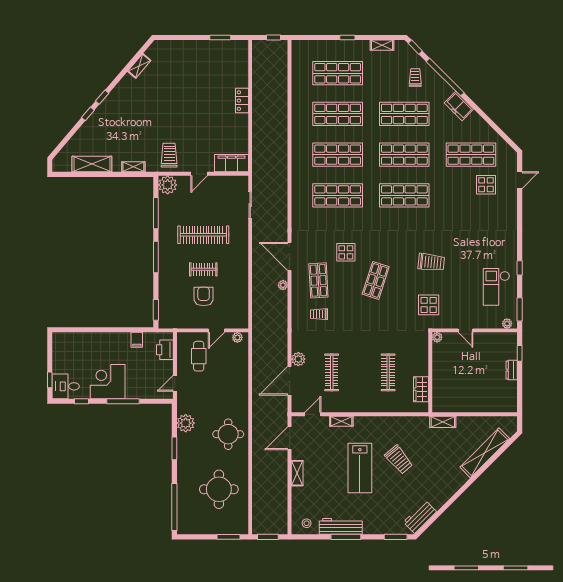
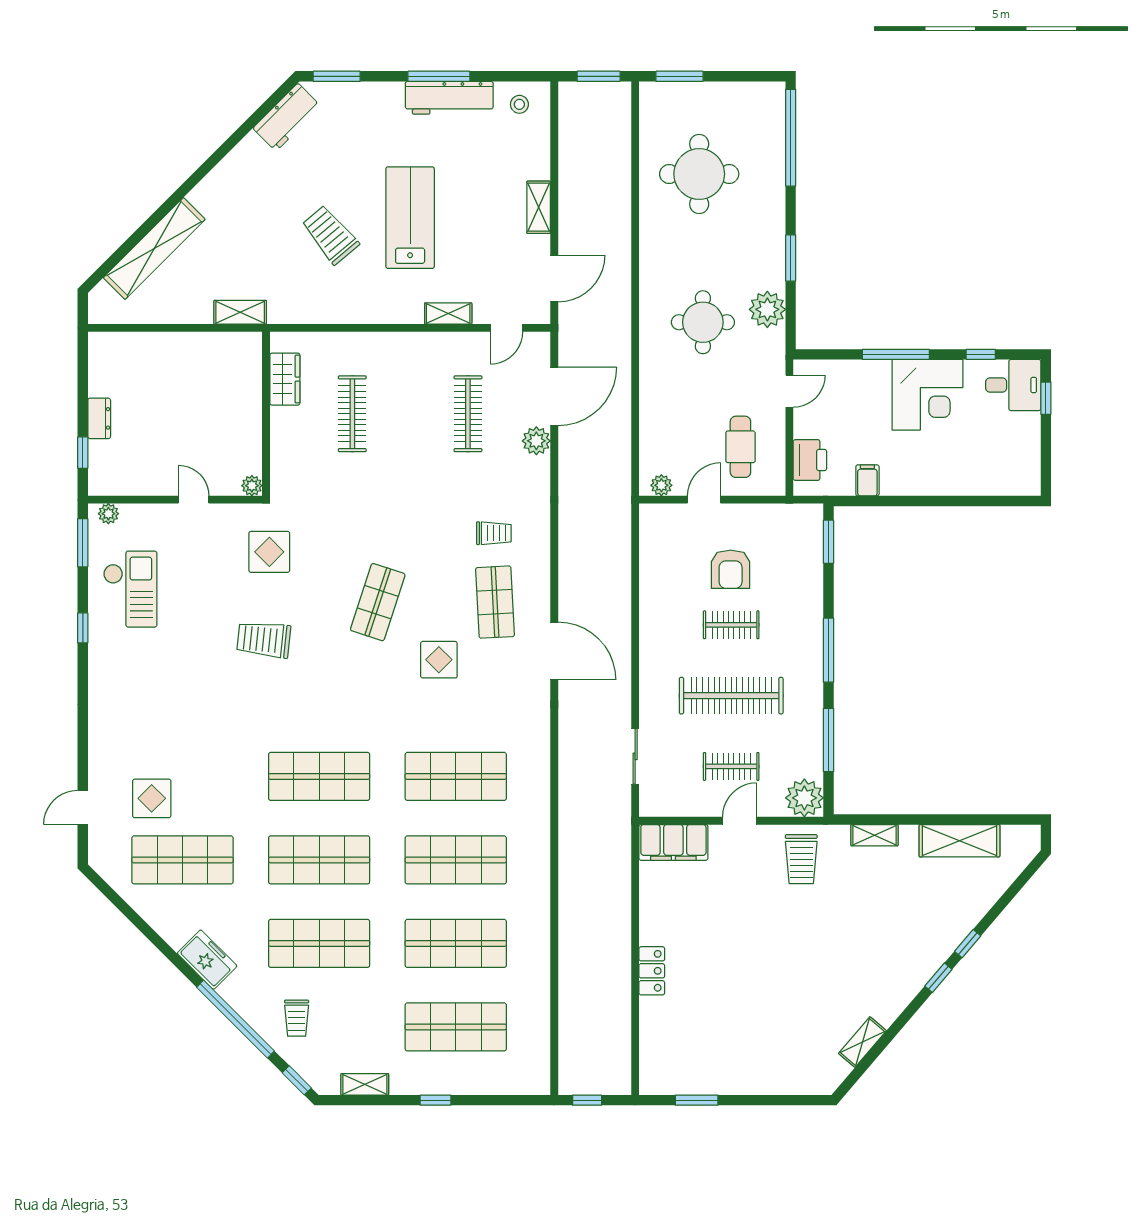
clothes rail: (203, 200) -> (731, 766), added
plant: (283, 285) -> (568, 593), removed
round table: (228, 434) -> (703, 322), moved

